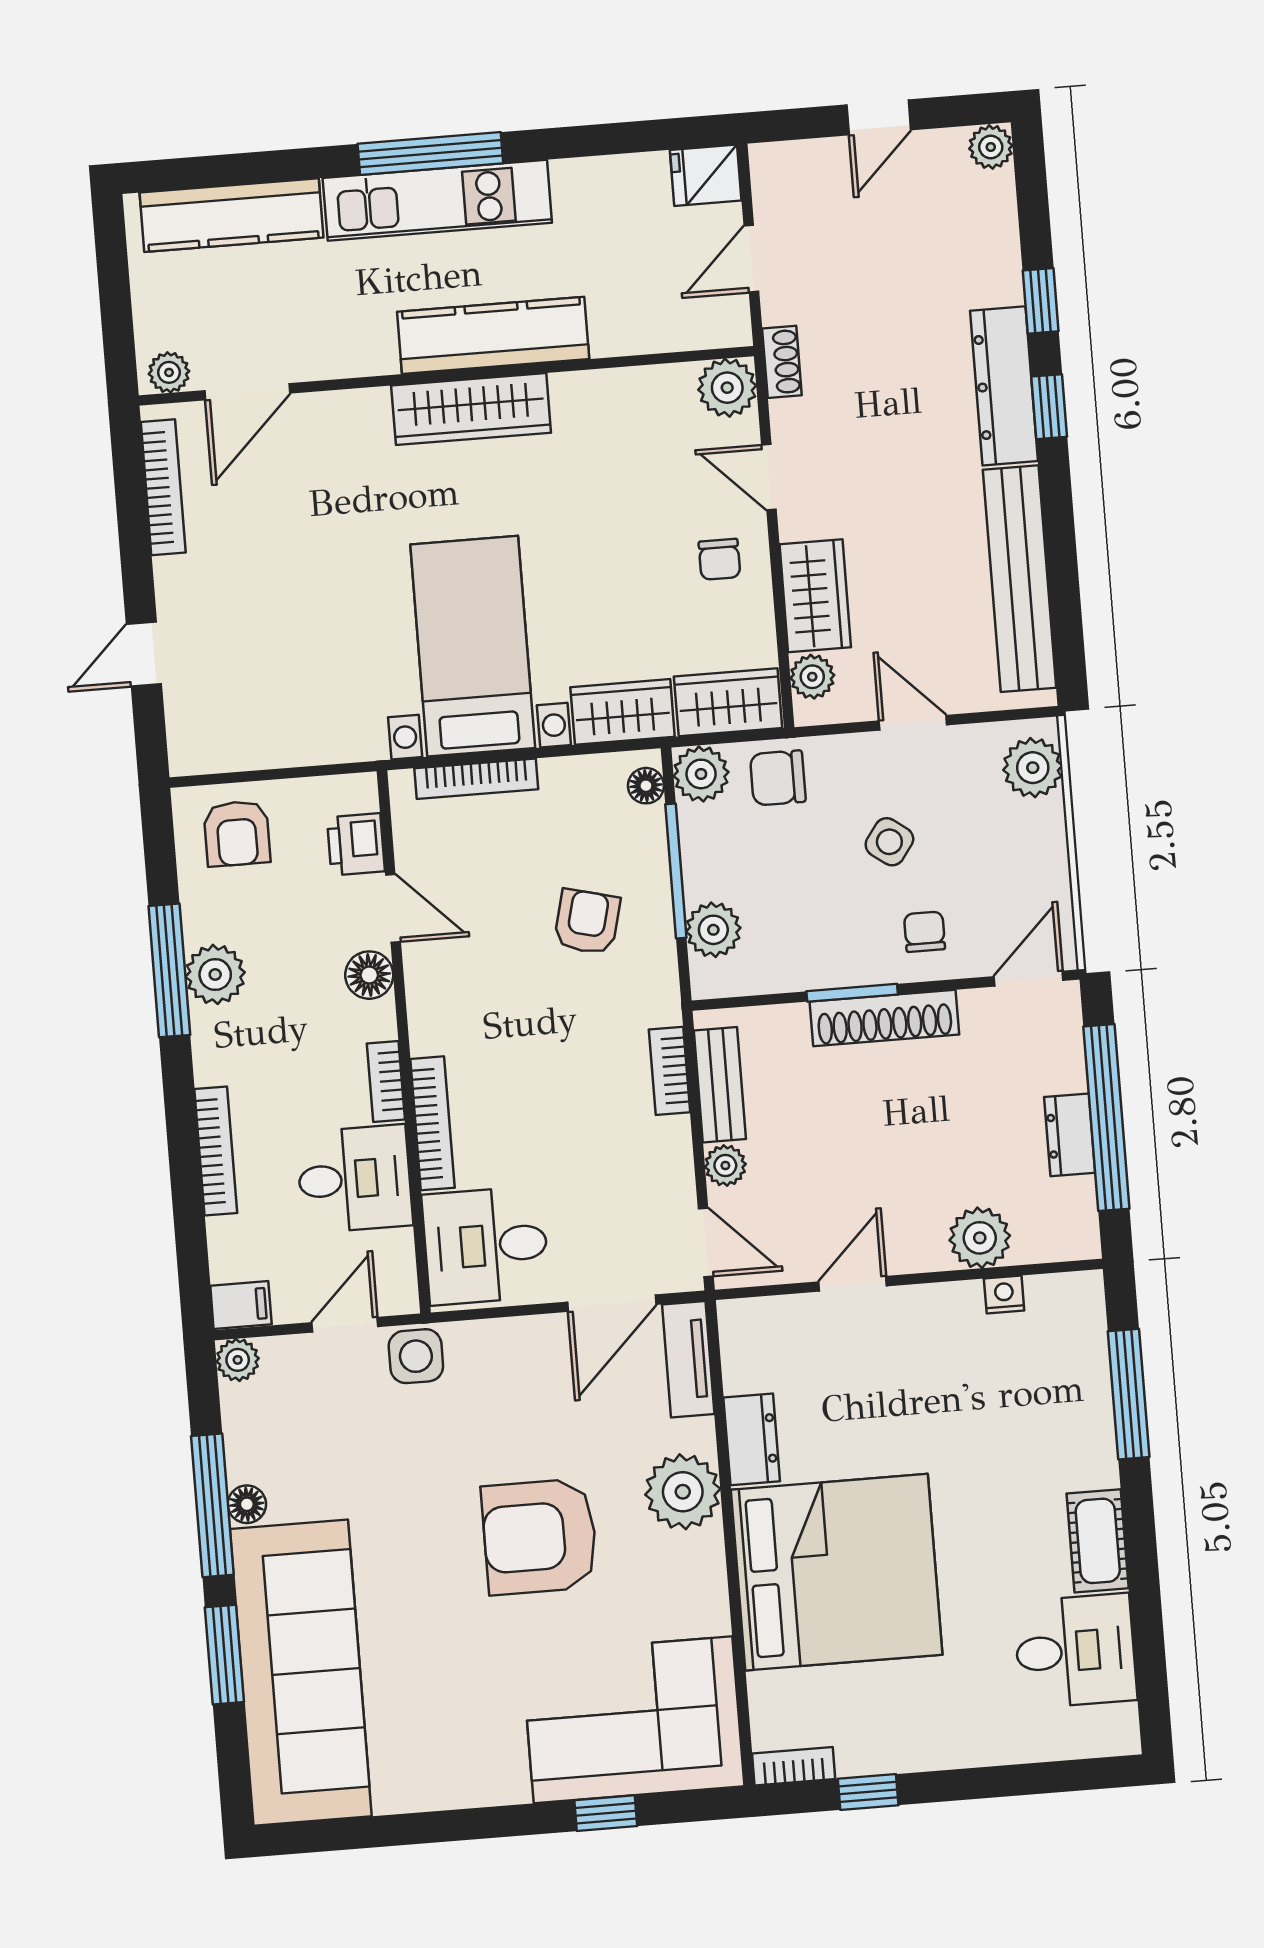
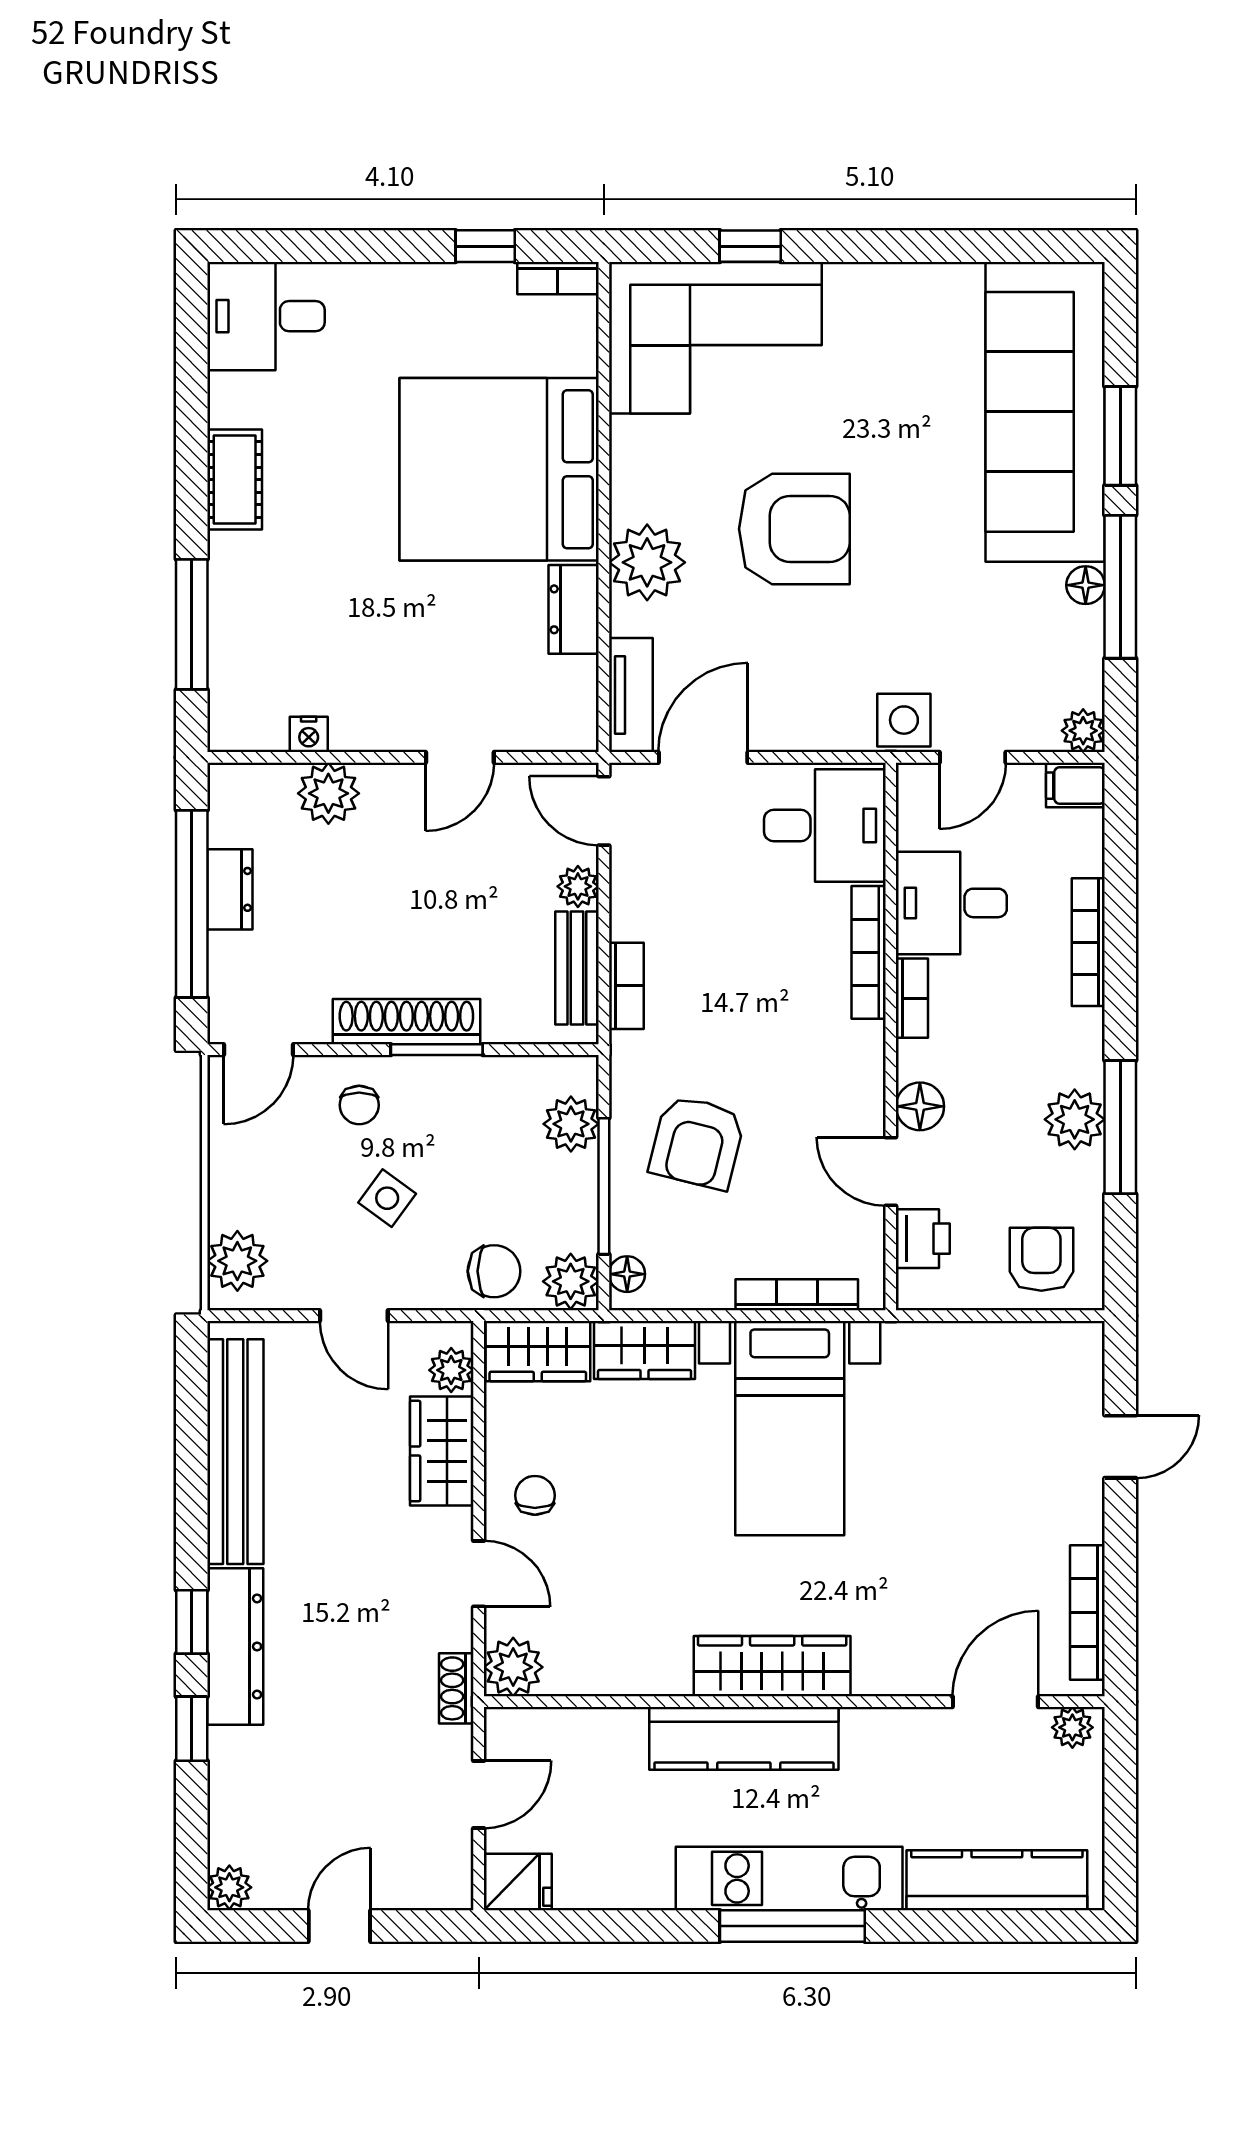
armchair: (587, 922) -> (697, 1142), width x1.38, depth x1.38
desk: (1075, 1651) -> (266, 316), moved

